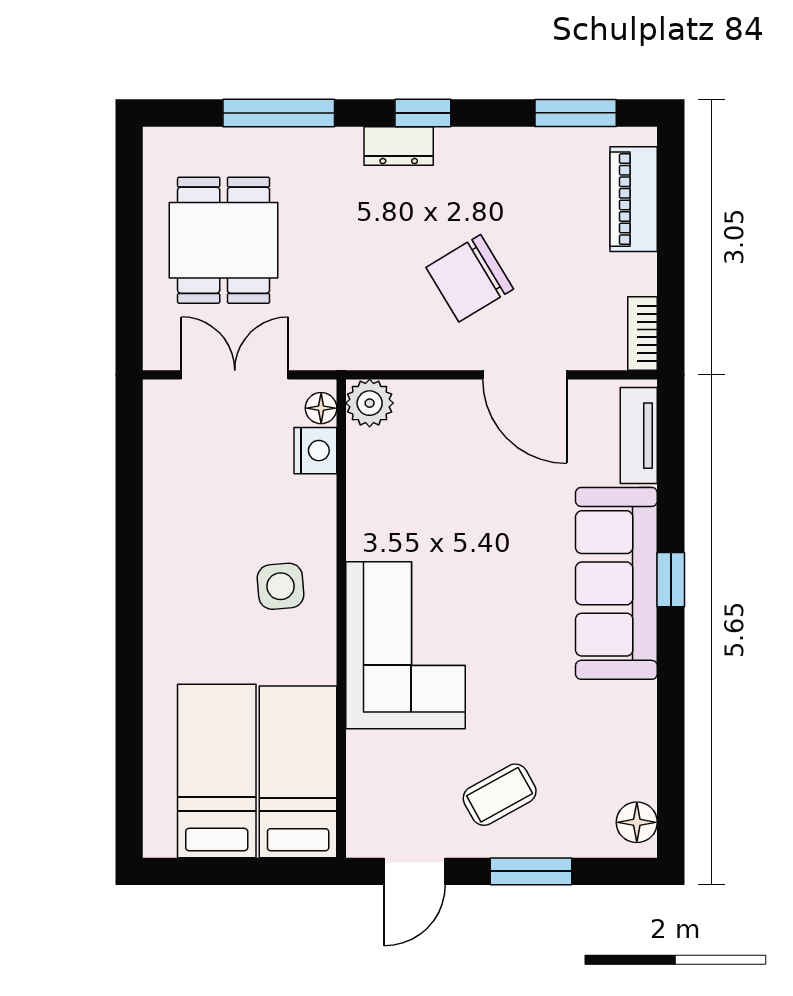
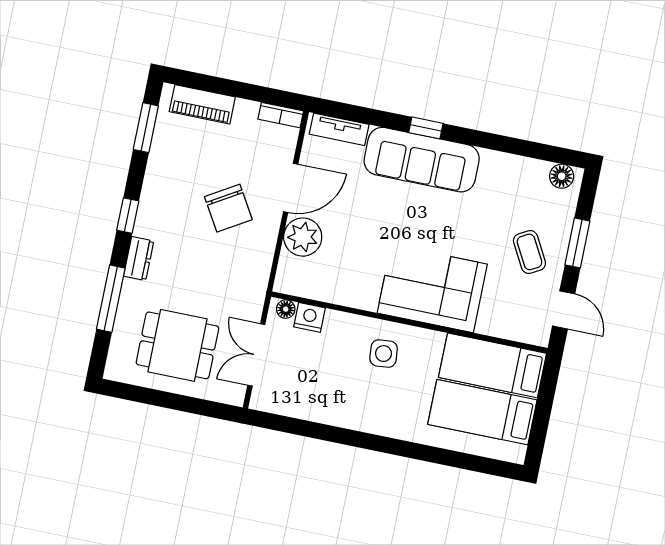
dresser: (399, 146) -> (139, 259), moved
plant: (370, 403) -> (303, 237), moved, width x1.36, depth x1.36

